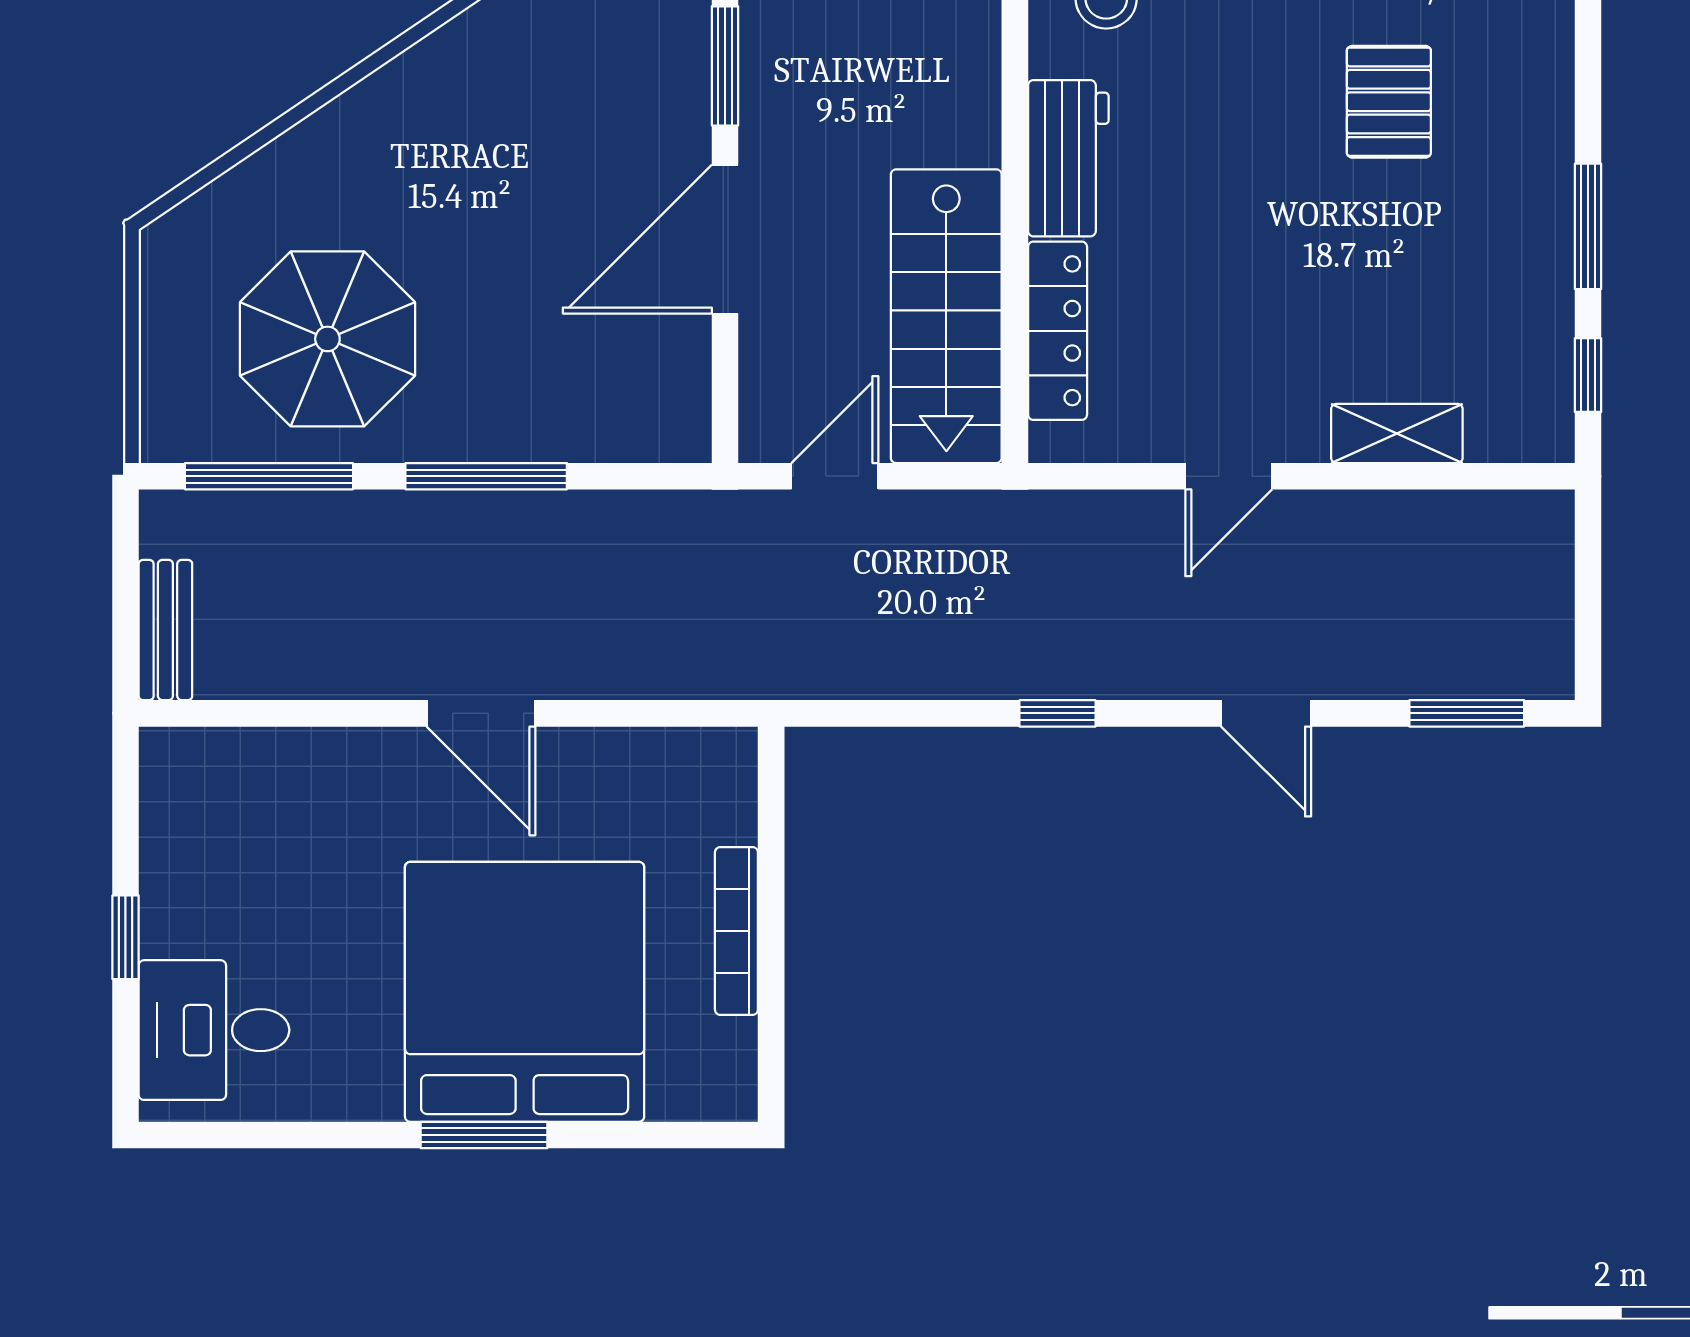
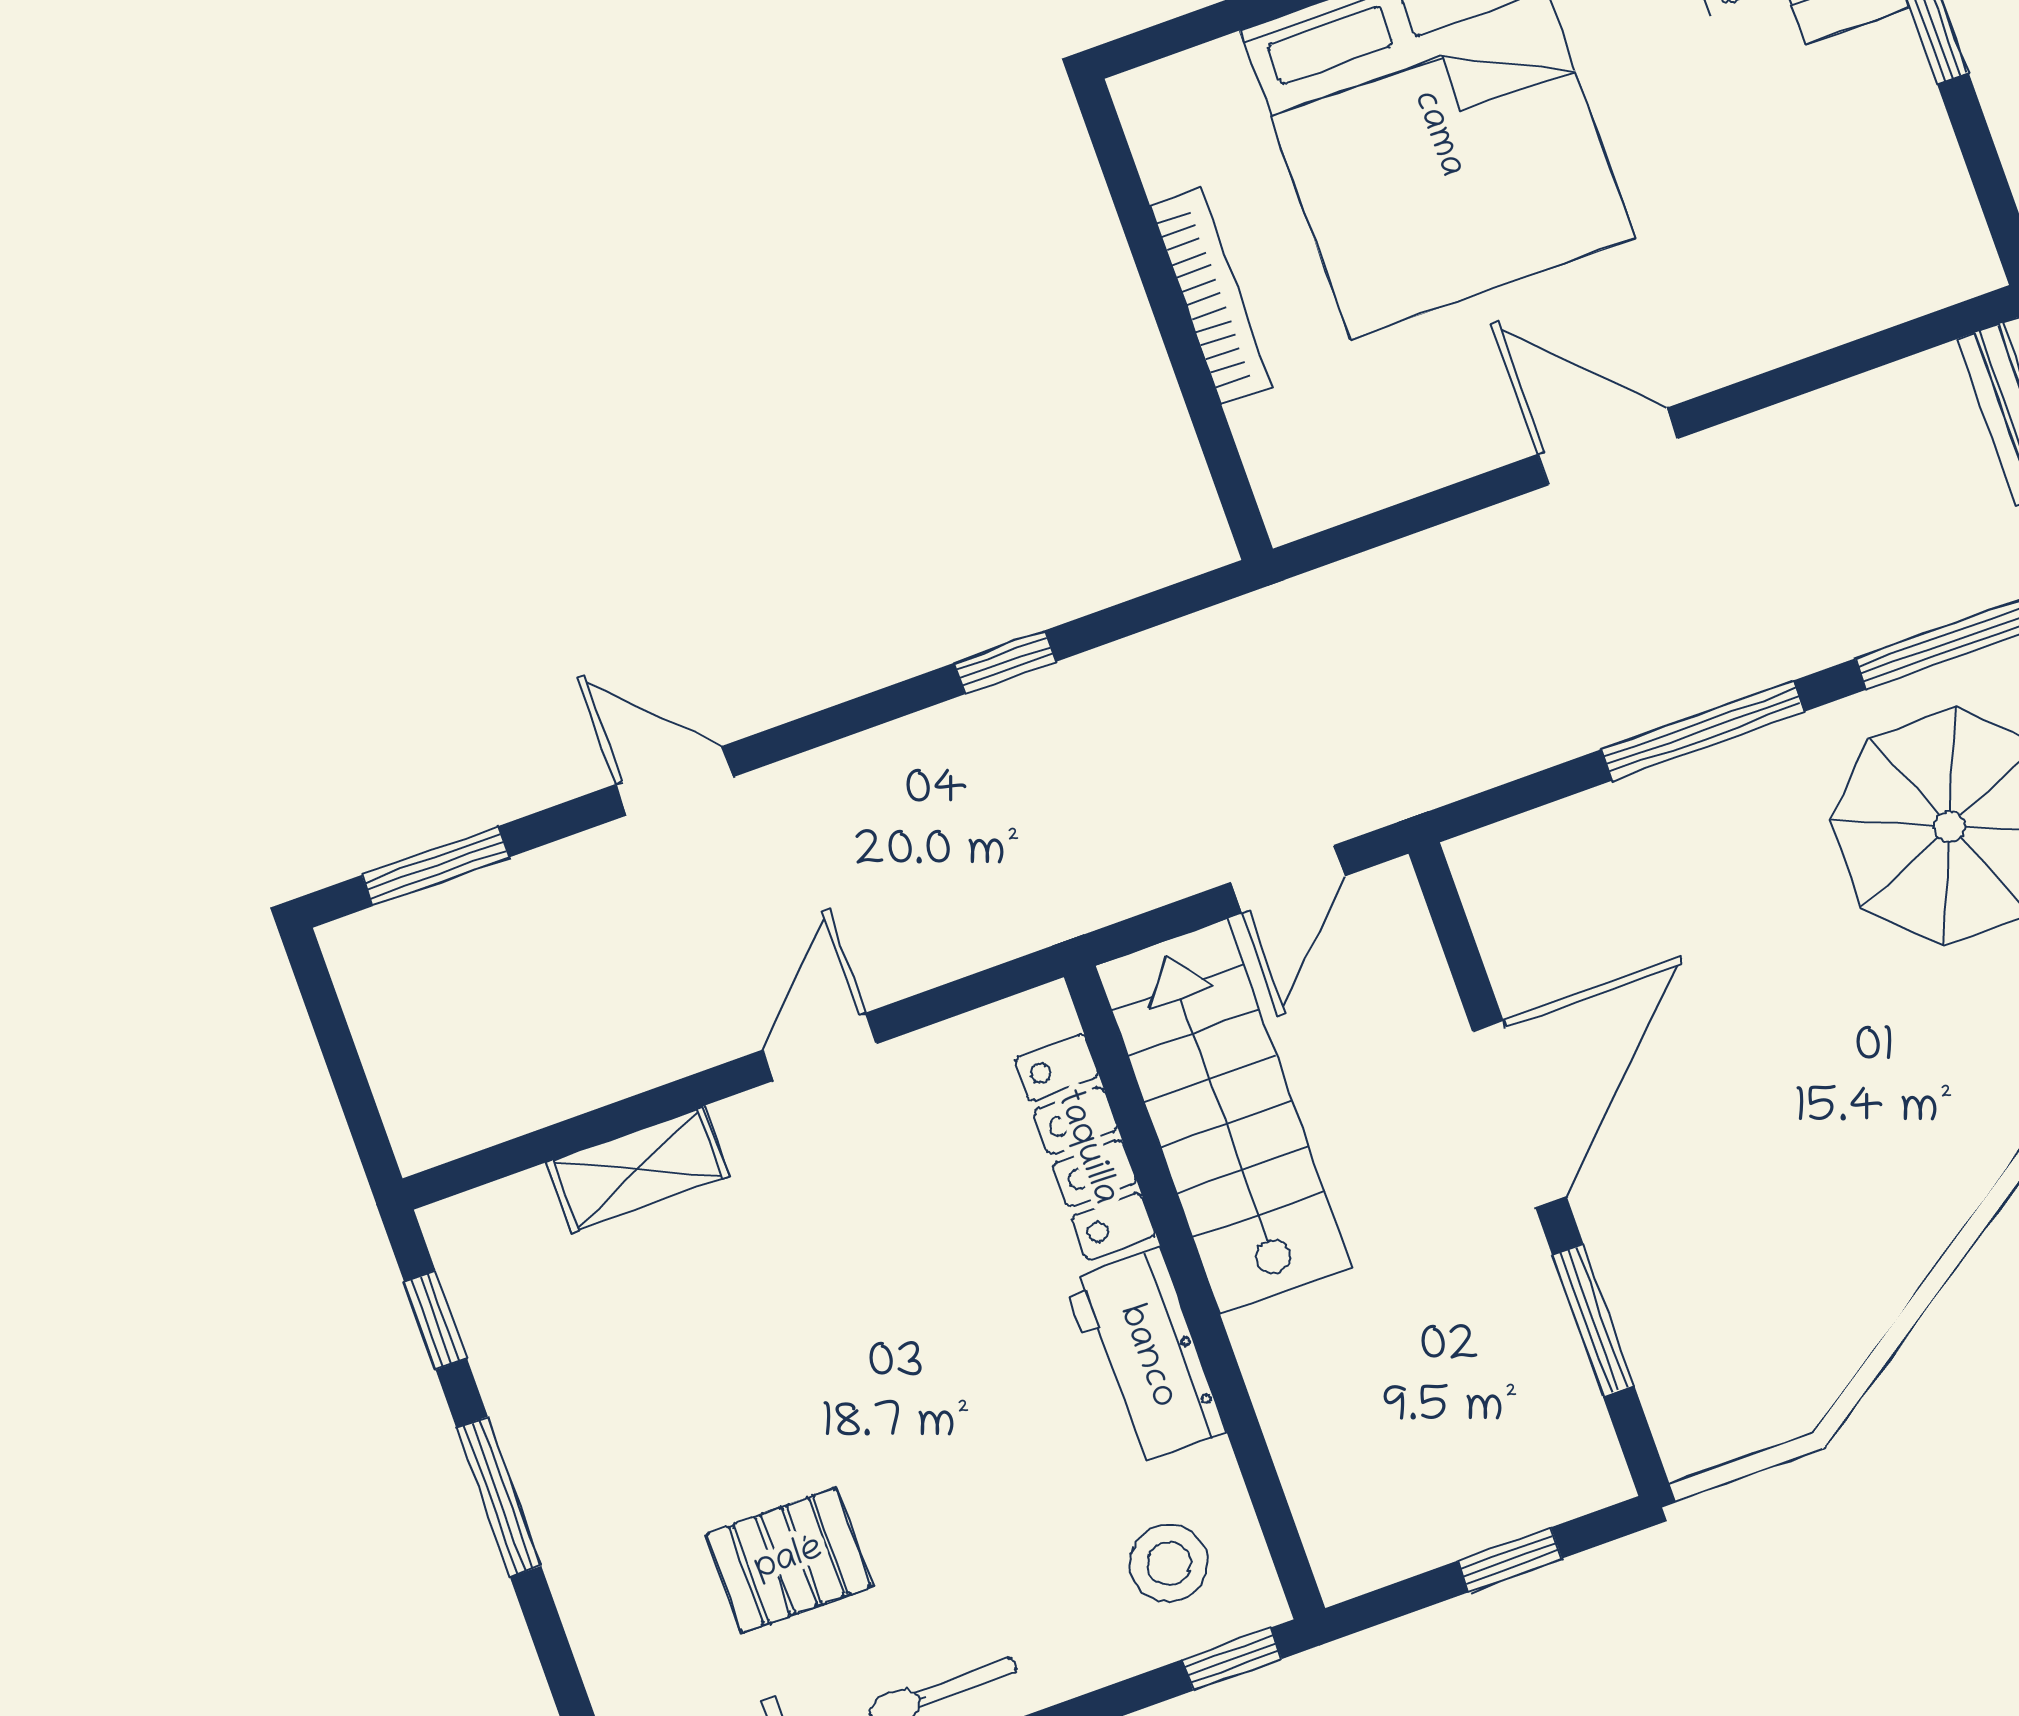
pallet: (1389, 102) -> (789, 1560), turned 90
window: (1057, 713) -> (1005, 662), moved

